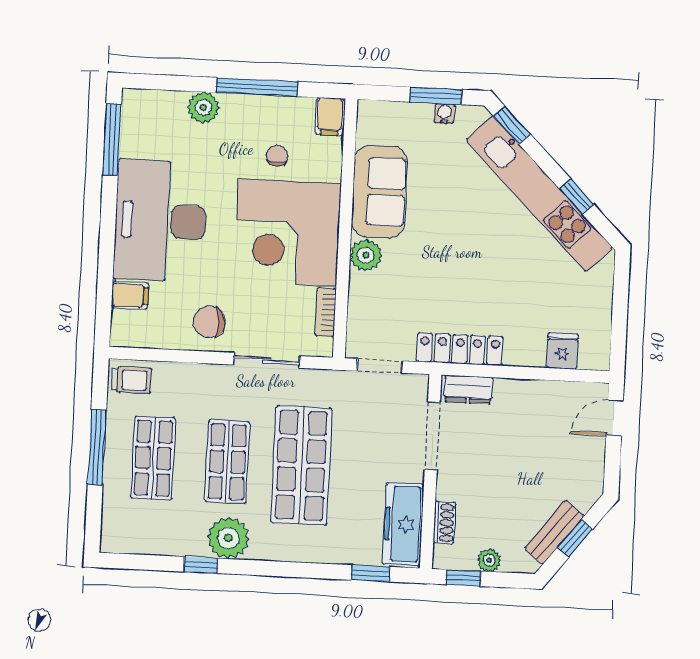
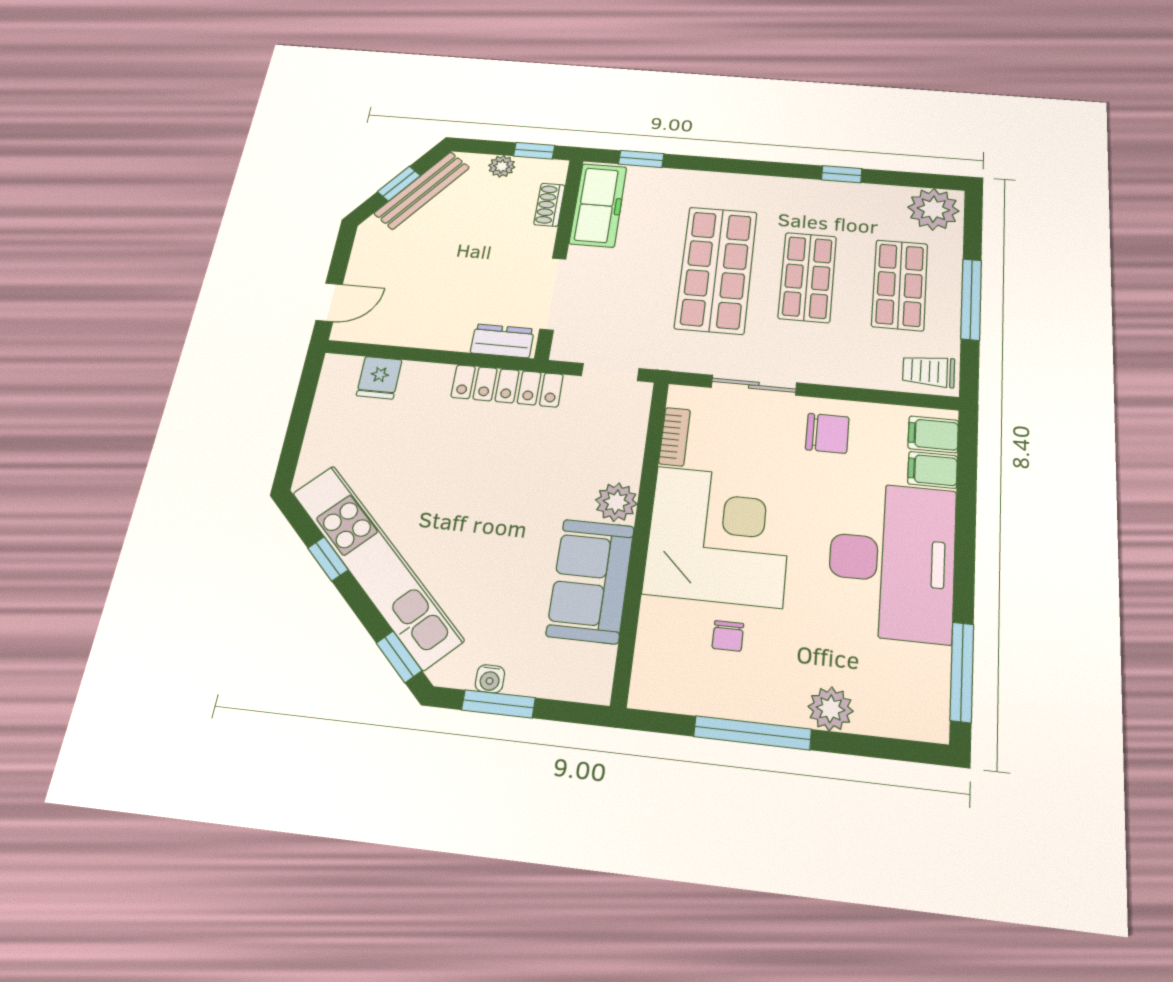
filing cabinet: (330, 116) -> (933, 434), moved, turned -90
bench: (554, 532) -> (422, 190), width x1.36
plant: (228, 538) -> (933, 209), moved

